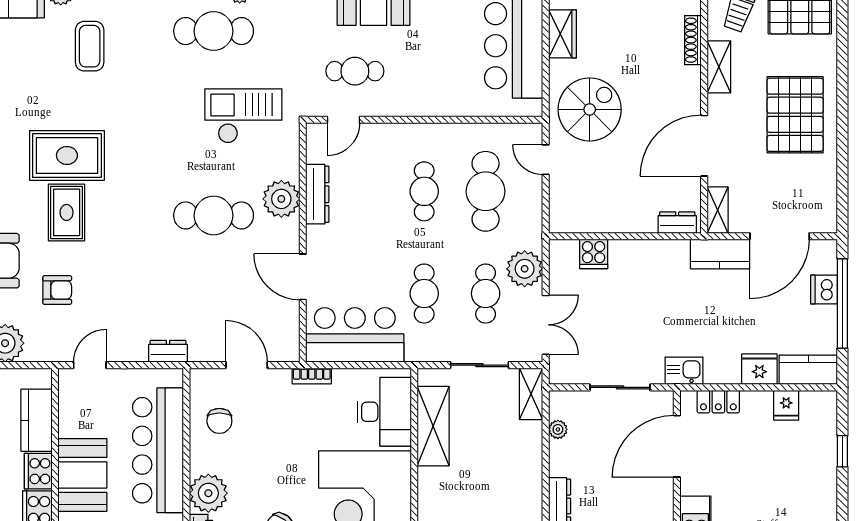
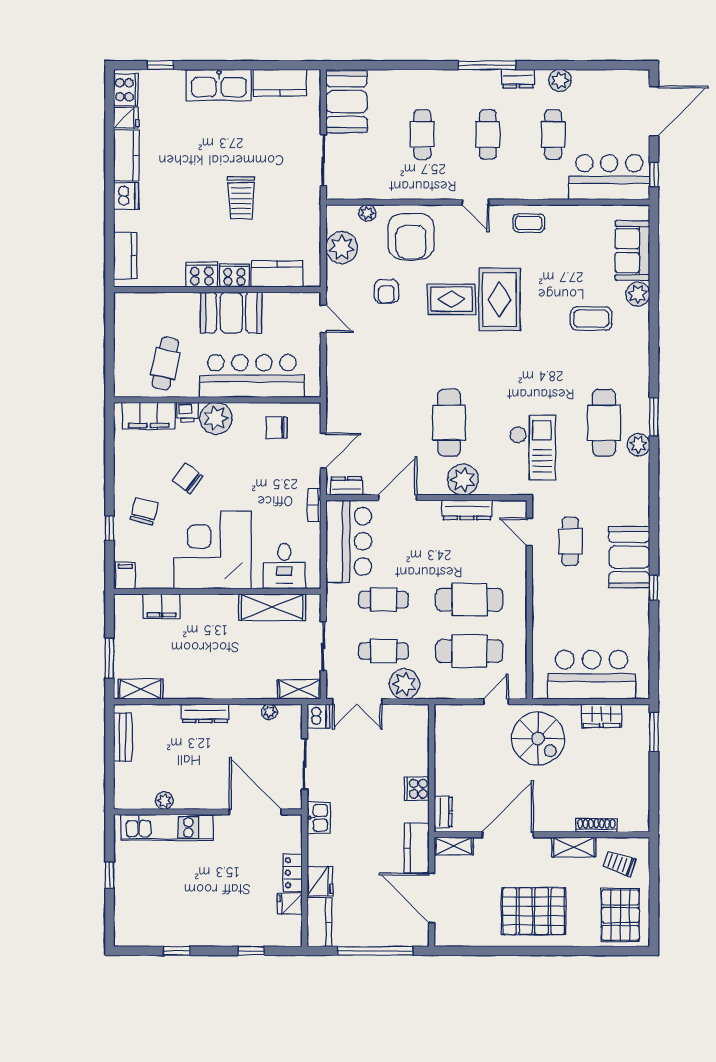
door: (704, 146) -> (508, 835), hinge flipped
cafe table: (424, 191) -> (469, 600), width x1.37, depth x1.35
cooker: (594, 254) -> (417, 789), moved
dishwasher: (824, 289) -> (318, 716), moved, turned 90
dresser: (168, 351) -> (347, 486), moved, turned -90
locker: (718, 402) -> (293, 873), moved
desk: (384, 412) -> (284, 566), width x0.73

